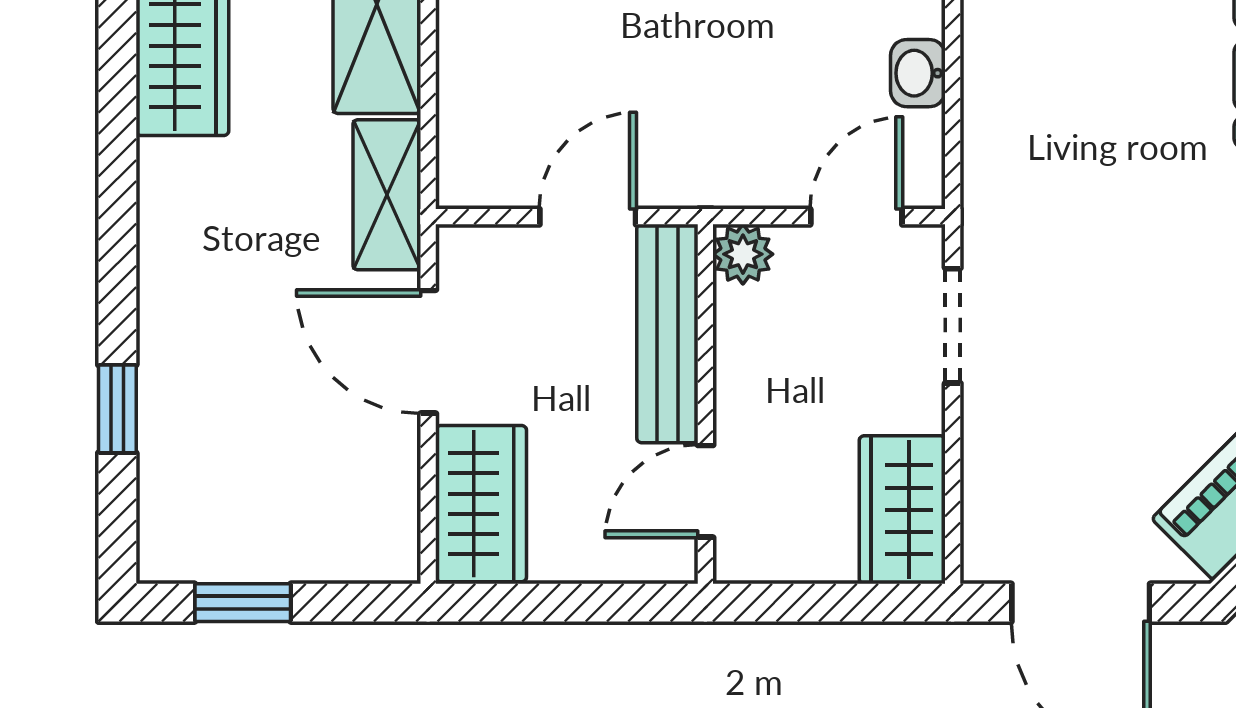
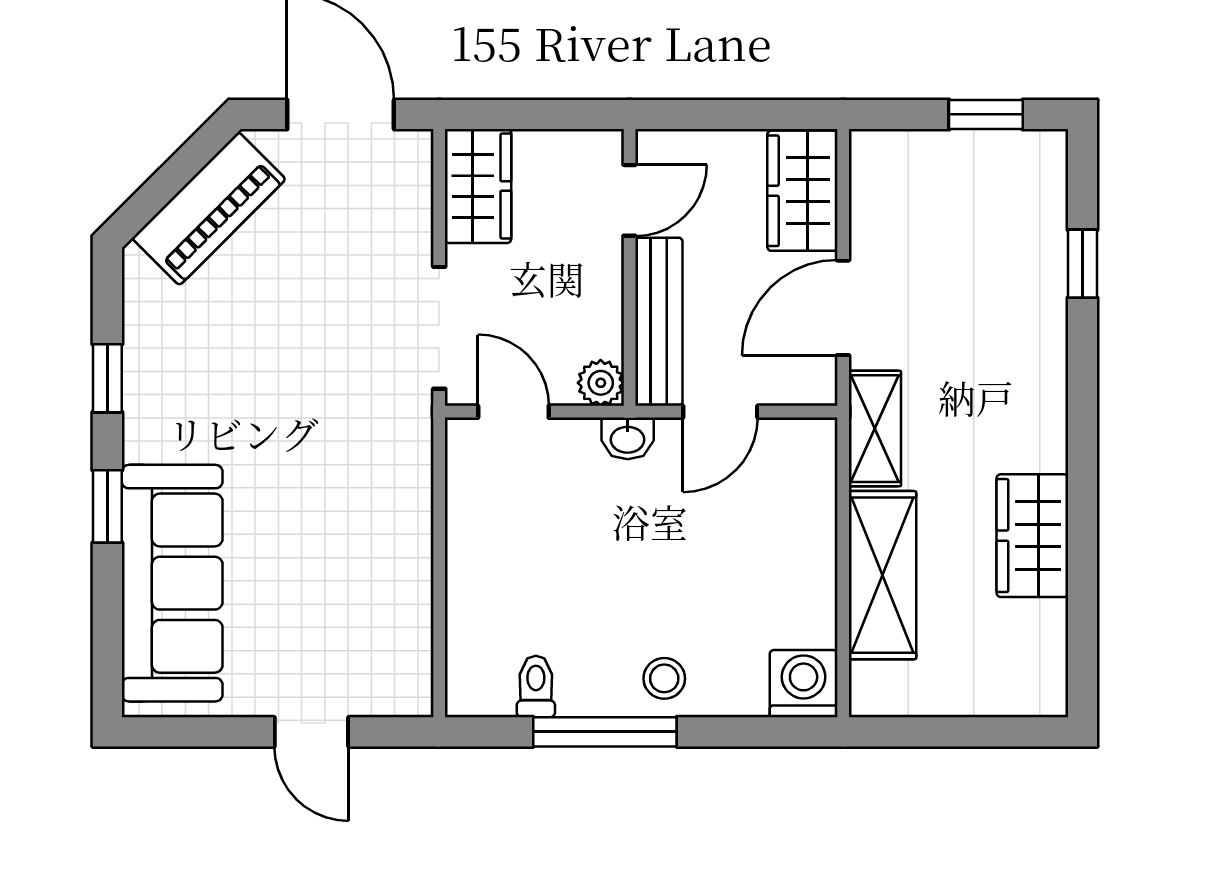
washbasin: (918, 73) -> (628, 438), moved, turned 90
door: (856, 217) -> (513, 412), swing flipped
doorway: (953, 326) -> (439, 328), width x1.38
door: (428, 352) -> (843, 308), swing flipped

